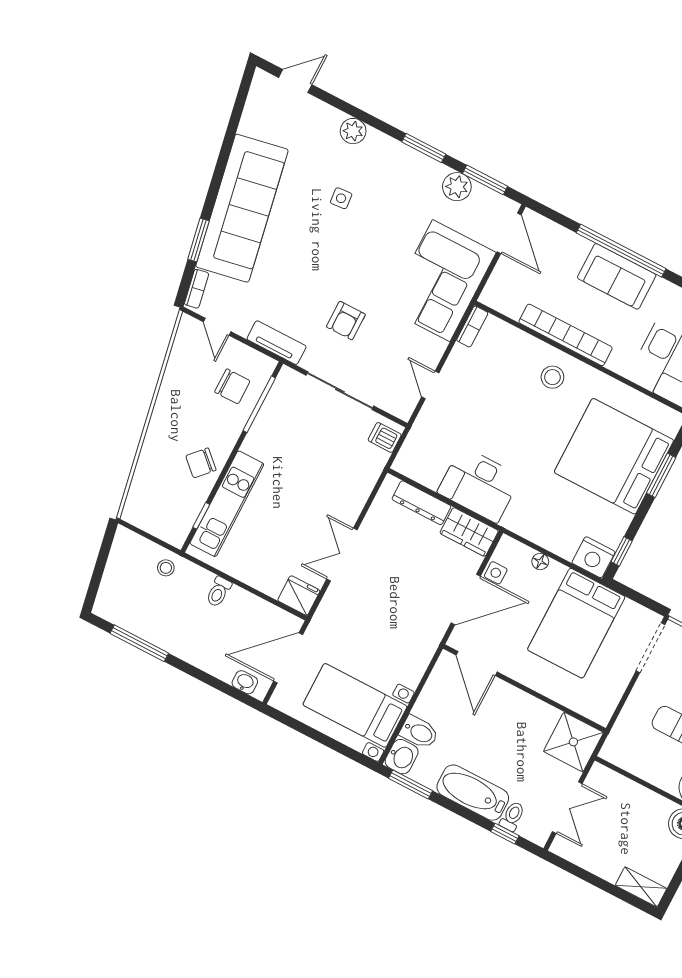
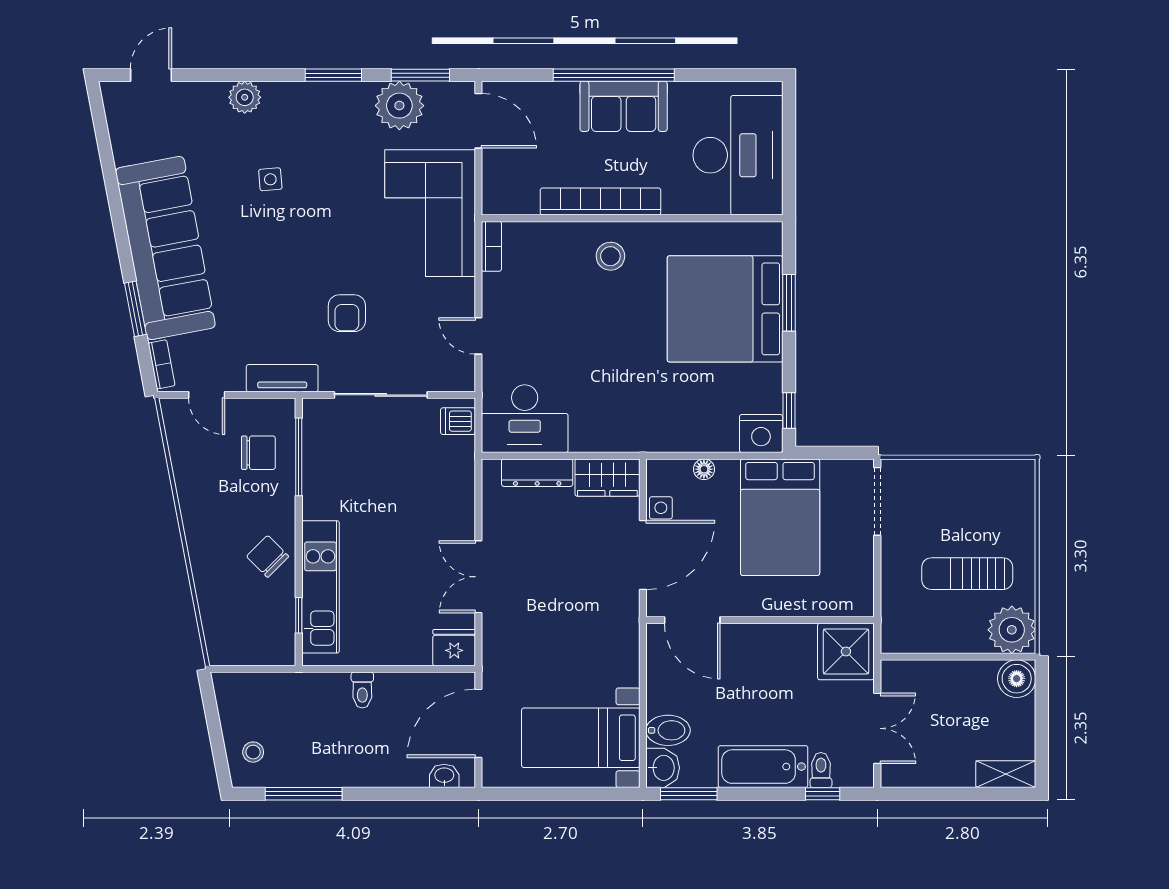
plant: (457, 187) -> (399, 106), width x1.36, depth x1.36
chair: (201, 463) -> (268, 556), turned 92
desk: (479, 484) -> (525, 419), moved
stool: (166, 568) -> (253, 752), moved

